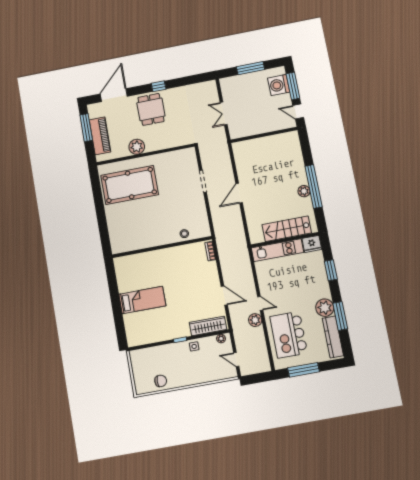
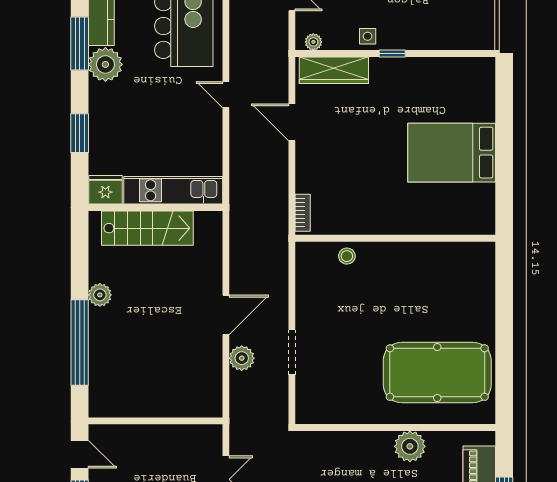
window: (314, 187) -> (80, 342), moved
bed: (142, 300) -> (452, 153), width x1.50
plant: (255, 320) -> (242, 358), moved

